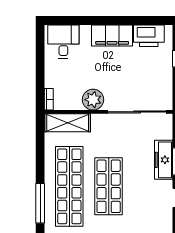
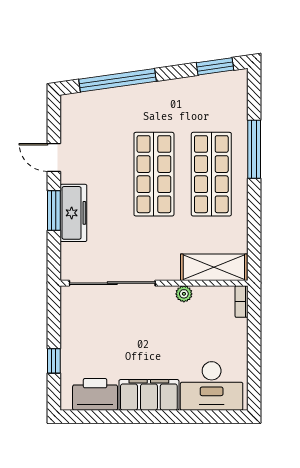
desk: (63, 42) -> (212, 386), width x1.37
plant: (93, 100) -> (184, 294), width x0.53, depth x0.53
shop shelf: (69, 186) -> (211, 174), width x0.71

